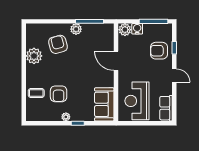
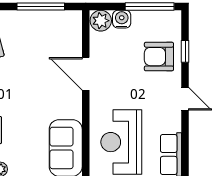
plant: (76, 29) -> (18, 20), removed

